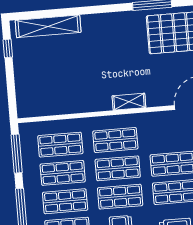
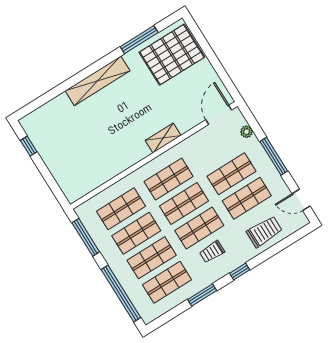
shelving: (48, 26) -> (98, 81), moved

